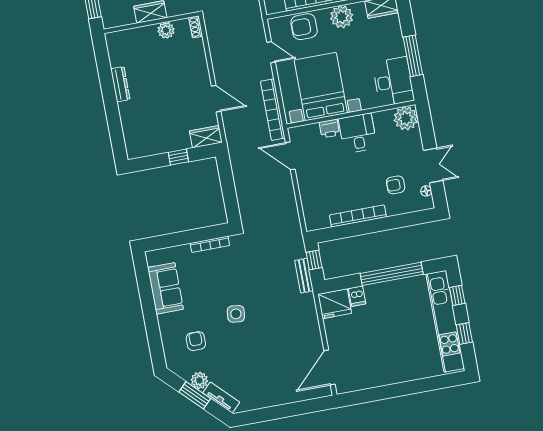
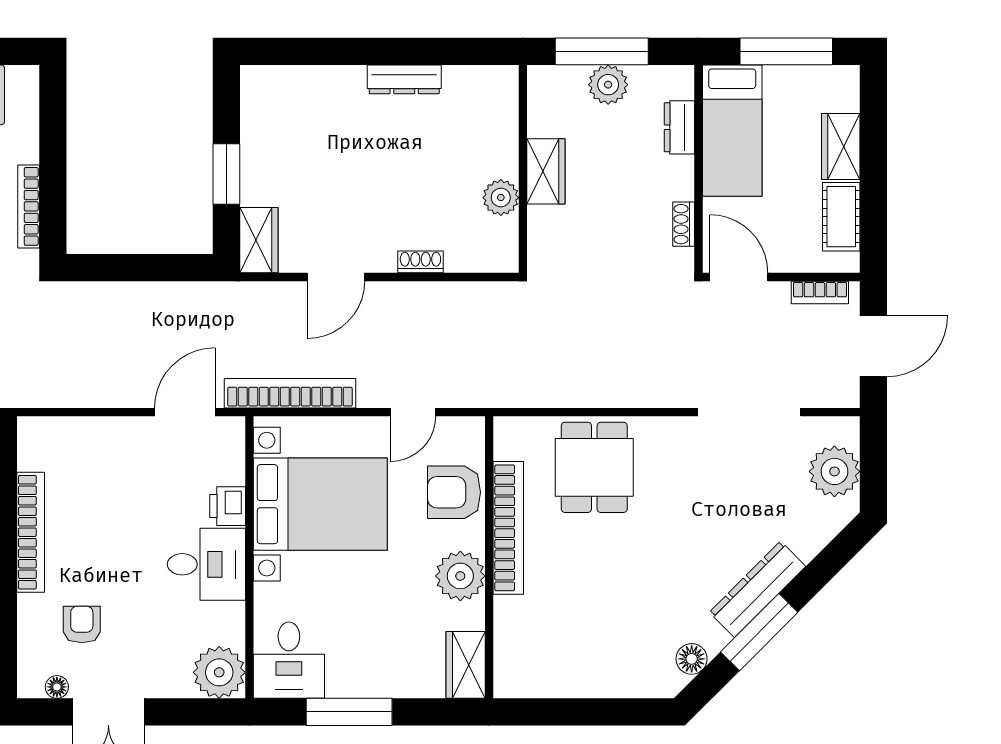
shoe rack: (196, 27) -> (420, 262), moved
armchair: (304, 27) -> (454, 492), turned -90
desk: (393, 82) -> (289, 660), width x0.73
window: (178, 157) -> (226, 174), width x1.50

